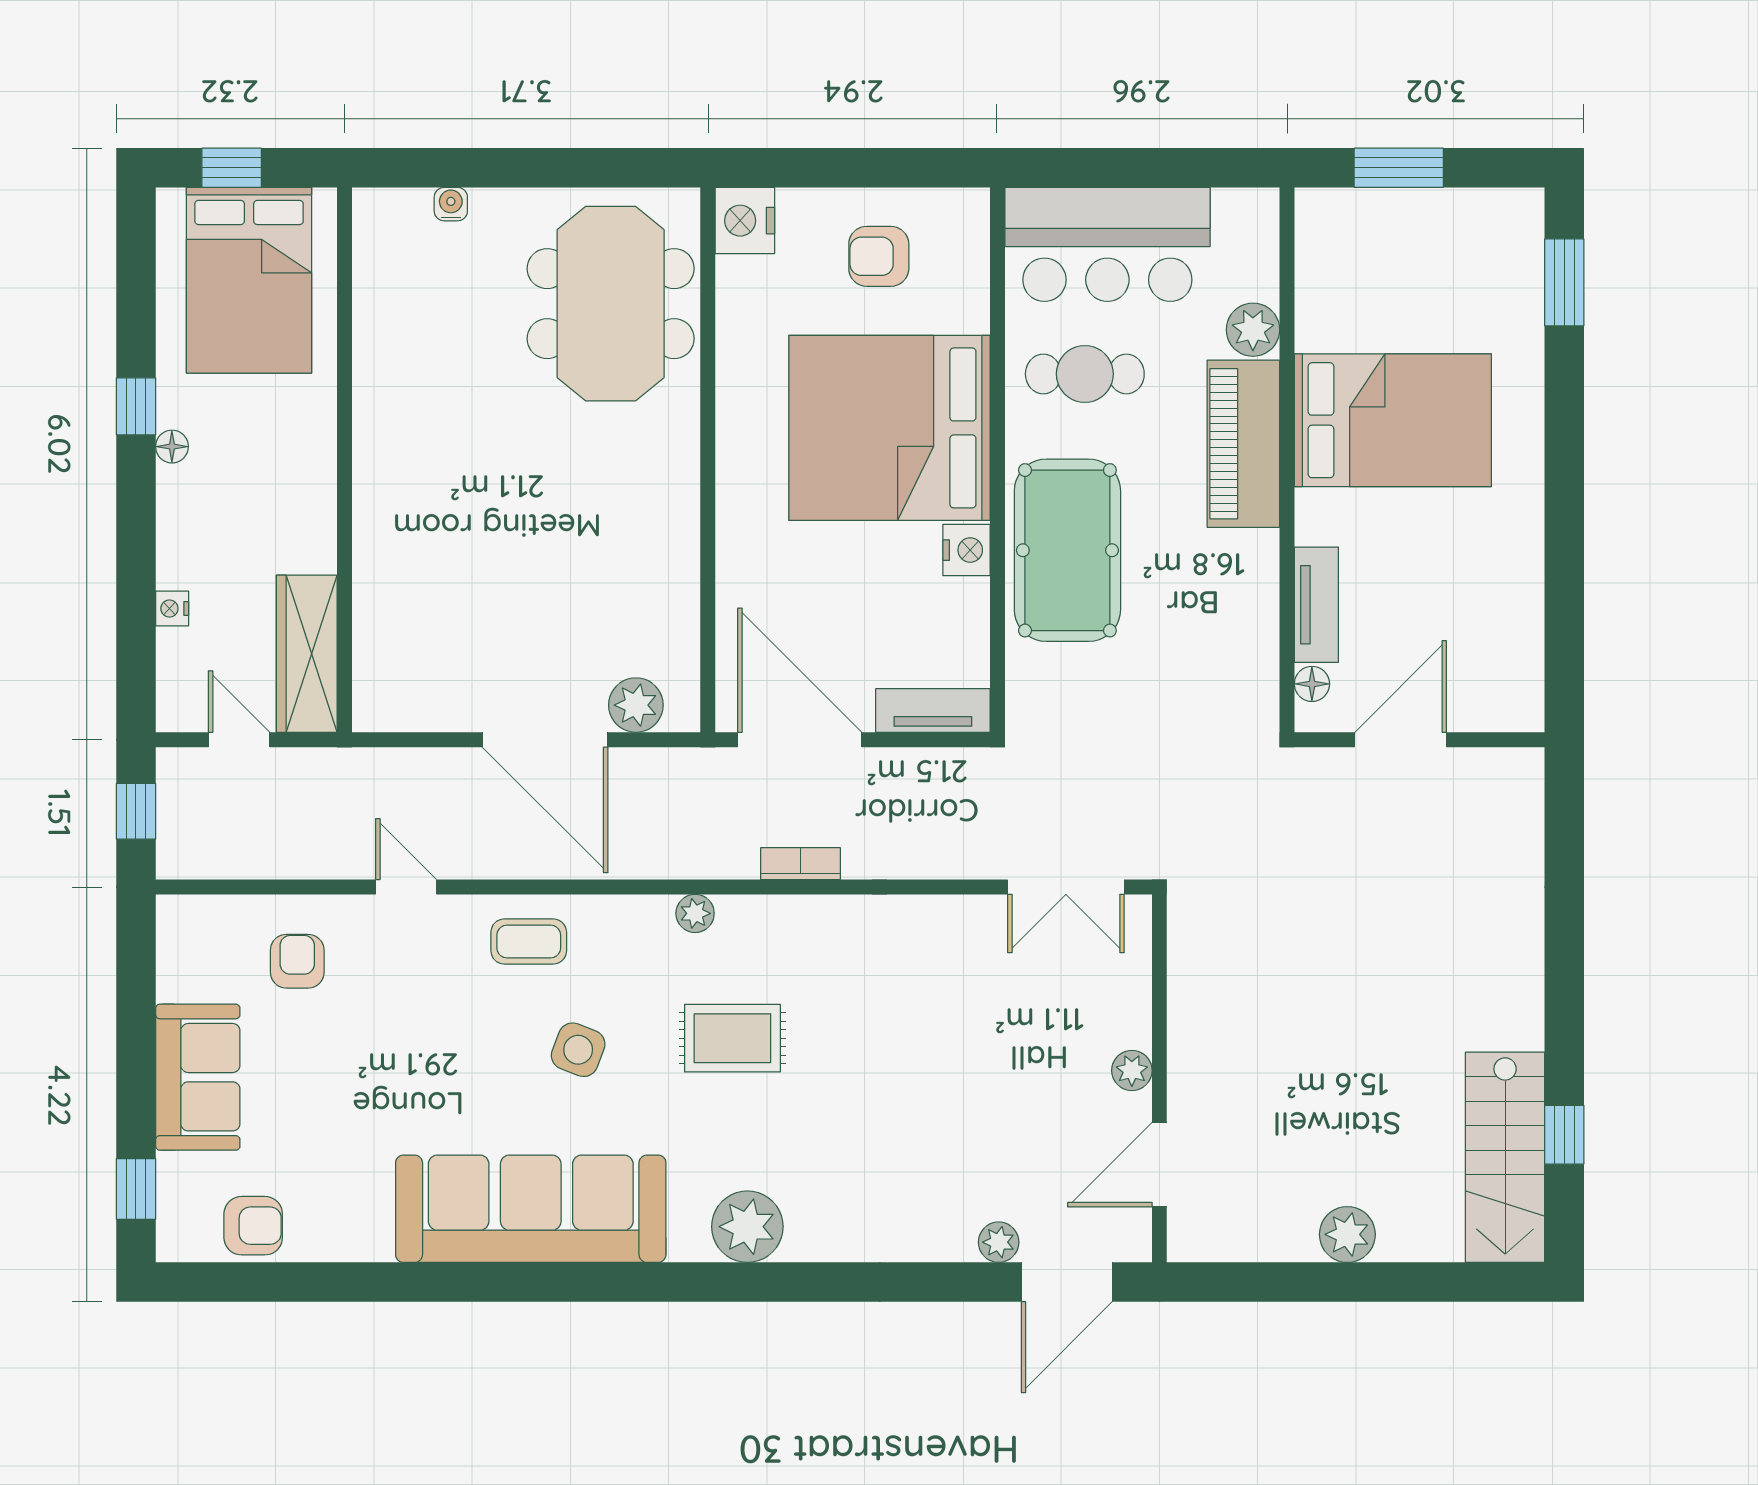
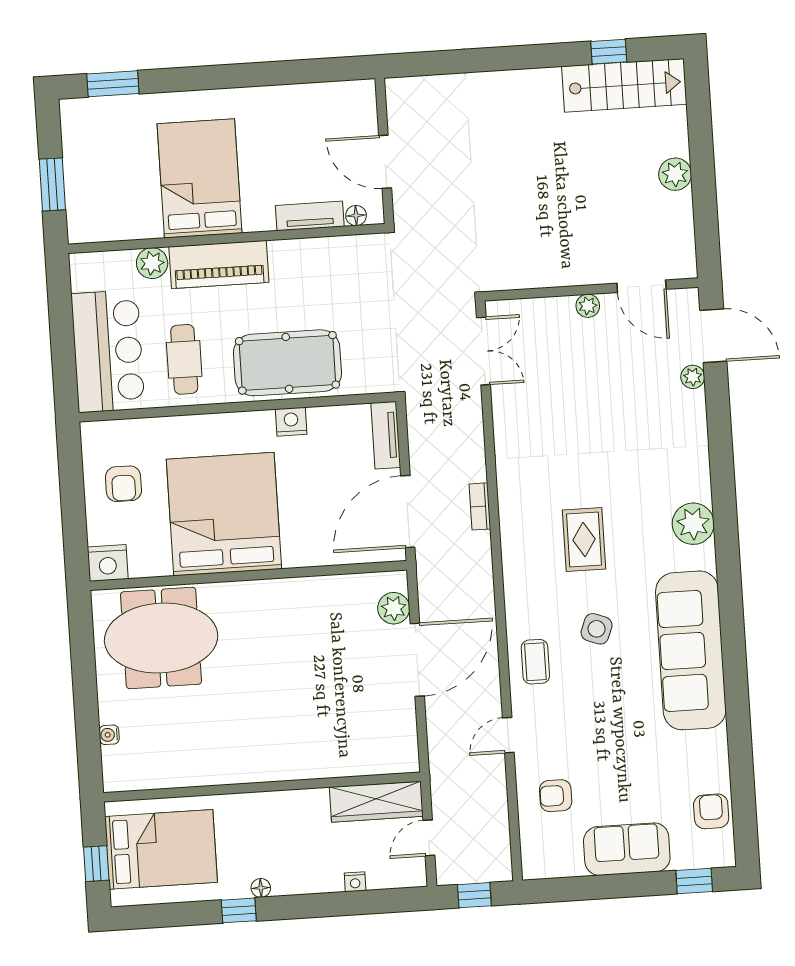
bed: (890, 428) -> (224, 514), moved, turned 180
plant: (695, 913) -> (513, 566), removed

